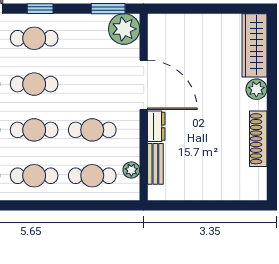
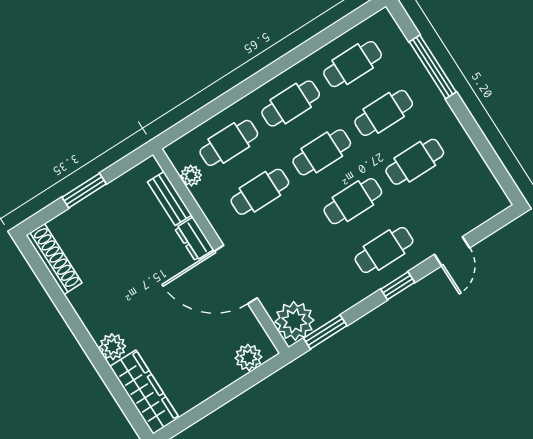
plant: (170, 24) -> (248, 357), added
shoe rack: (258, 139) -> (54, 259), moved
window: (209, 205) -> (84, 191), added

